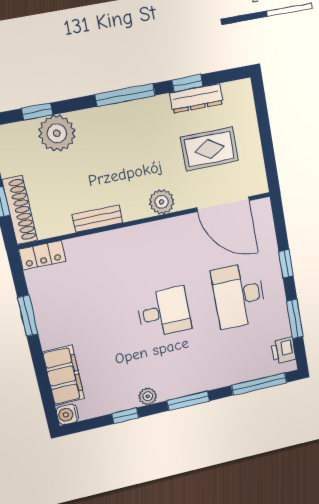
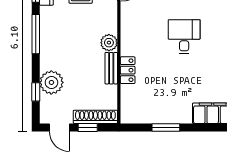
plant: (162, 202) -> (109, 43), moved
locker: (42, 255) -> (128, 70), moved

